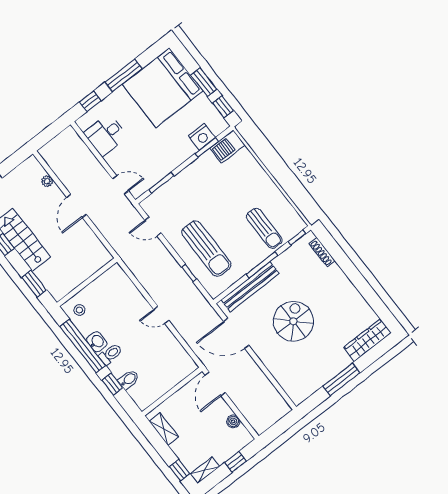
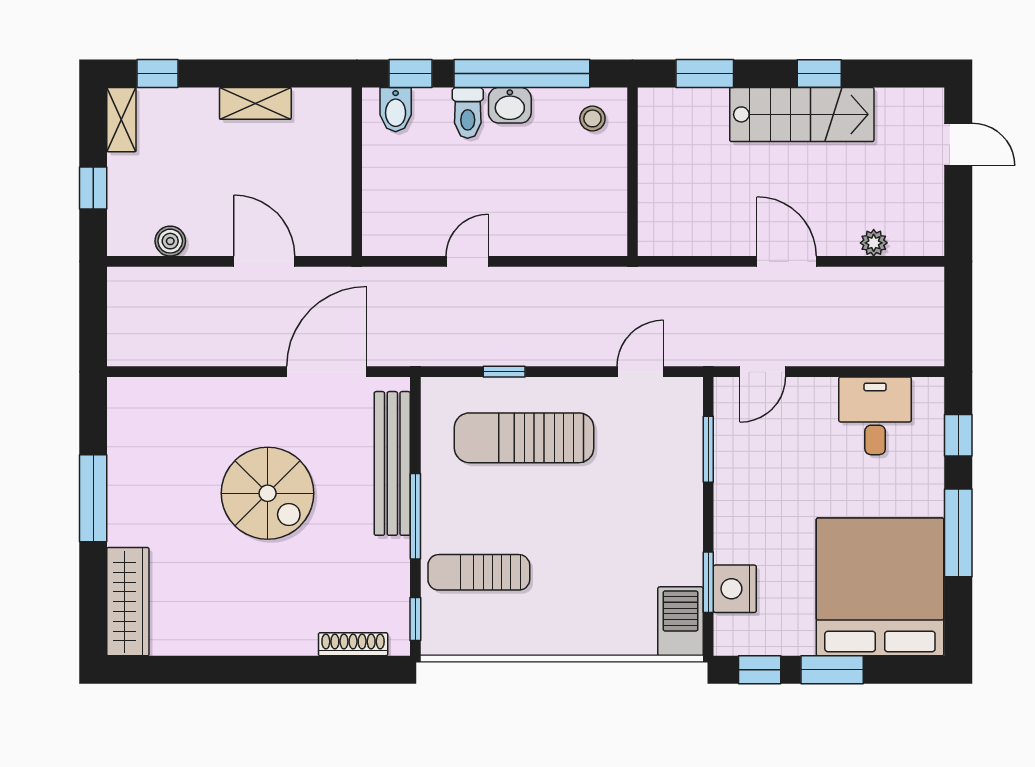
wall: (172, 392) -> (357, 172), moved

